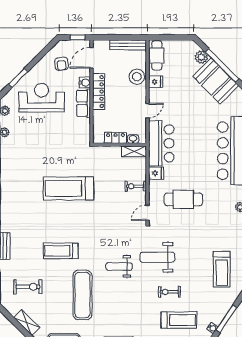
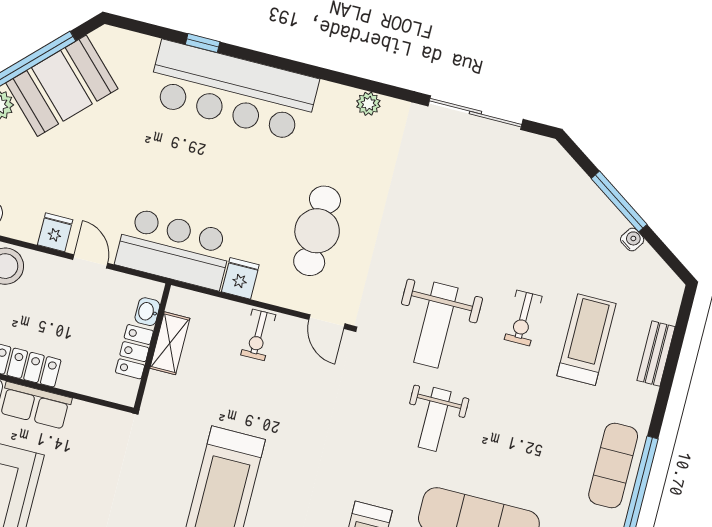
fridge: (156, 82) -> (55, 232), moved
shelving: (134, 151) -> (170, 343), moved
treadmill: (222, 269) -> (502, 183), removed
treadmill: (179, 320) -> (586, 340), moved

